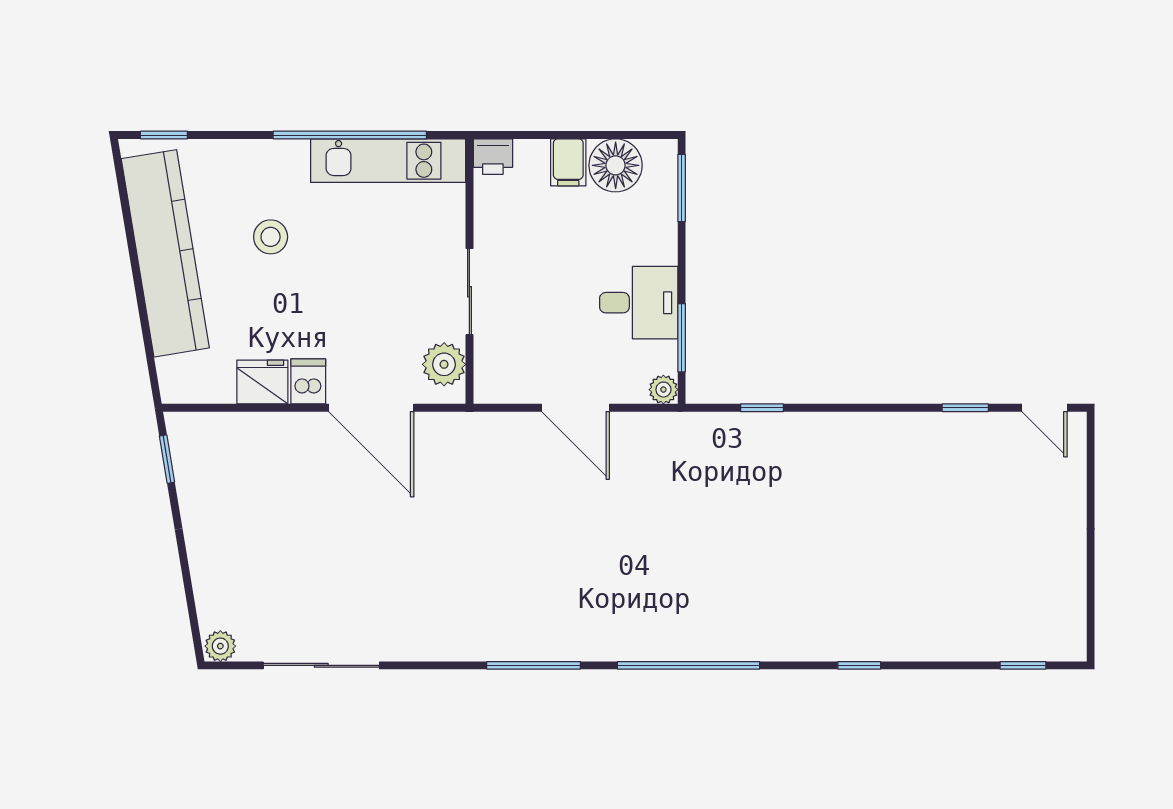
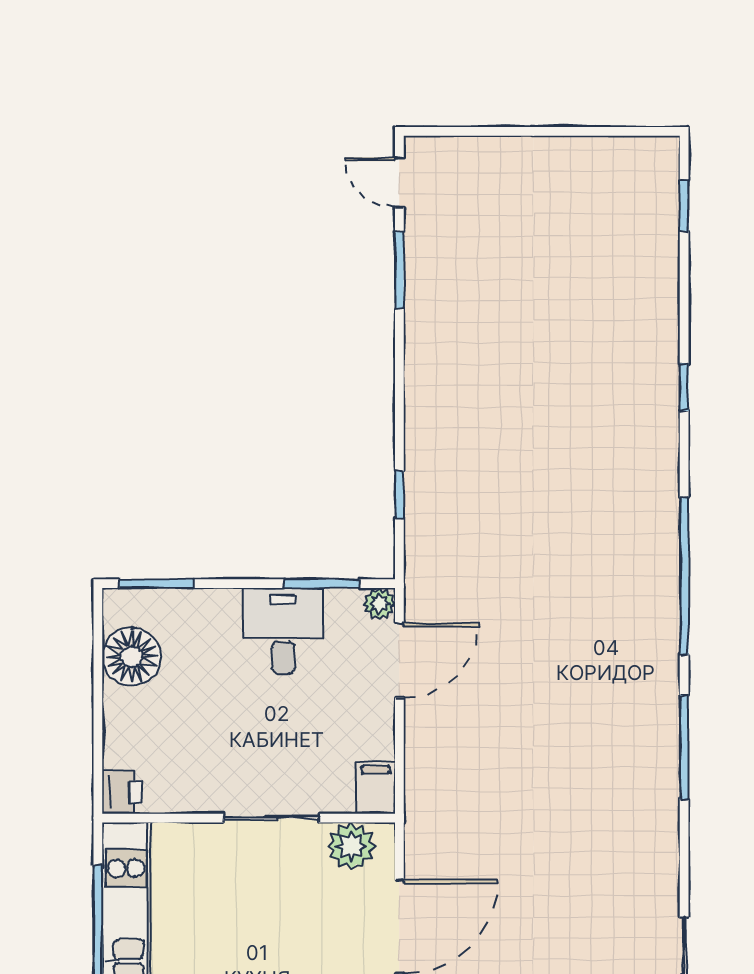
filing cabinet: (568, 162) -> (376, 788), moved, turned -90
door: (576, 408) -> (399, 660), moved
window: (965, 408) -> (399, 270), width x1.50
door: (1044, 408) -> (399, 182), swing flipped

